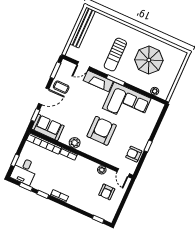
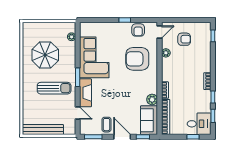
armchair: (102, 131) -> (137, 59), moved
plant: (75, 143) -> (152, 99), moved

